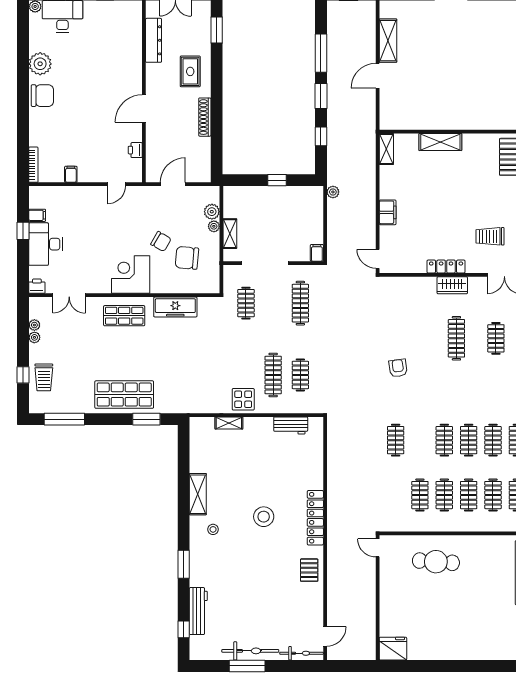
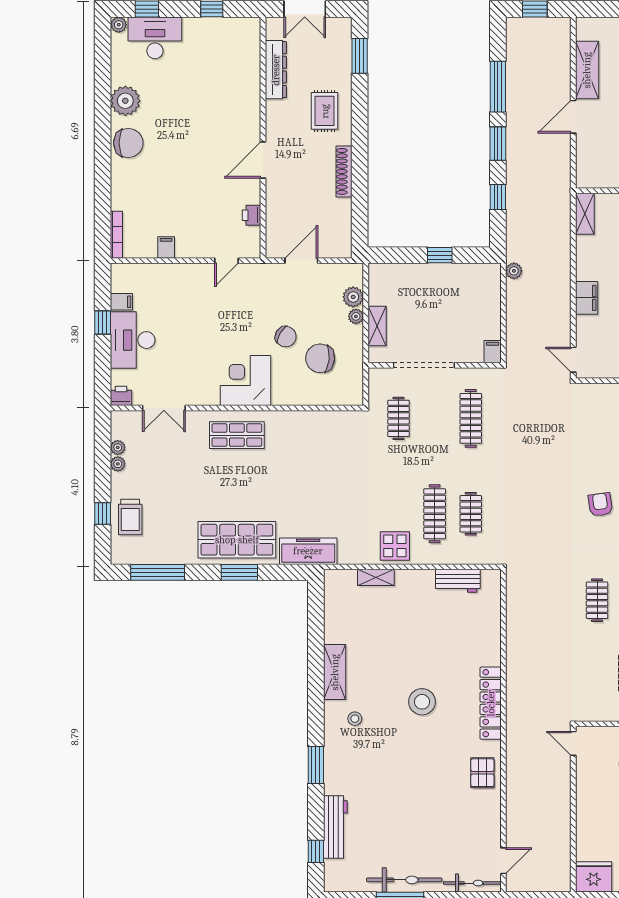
freezer: (175, 307) -> (308, 551), moved, turned 180
window: (146, 419) -> (239, 572), moved

